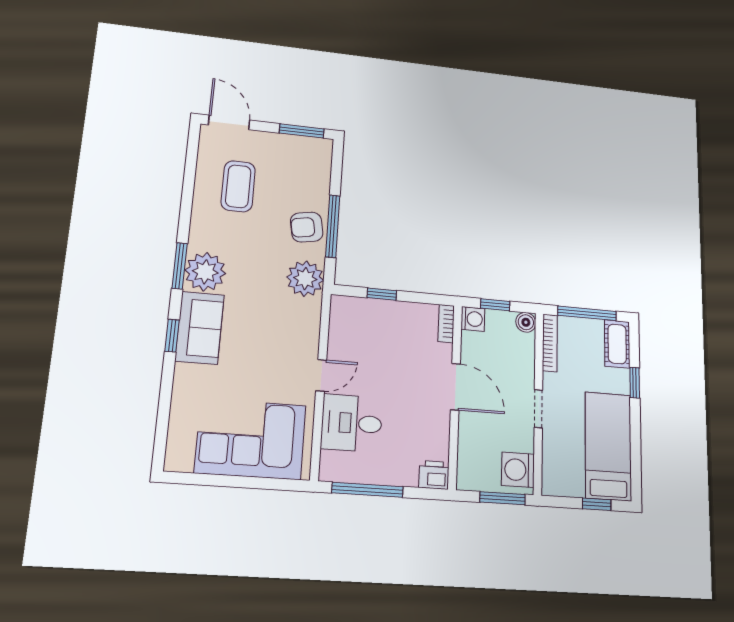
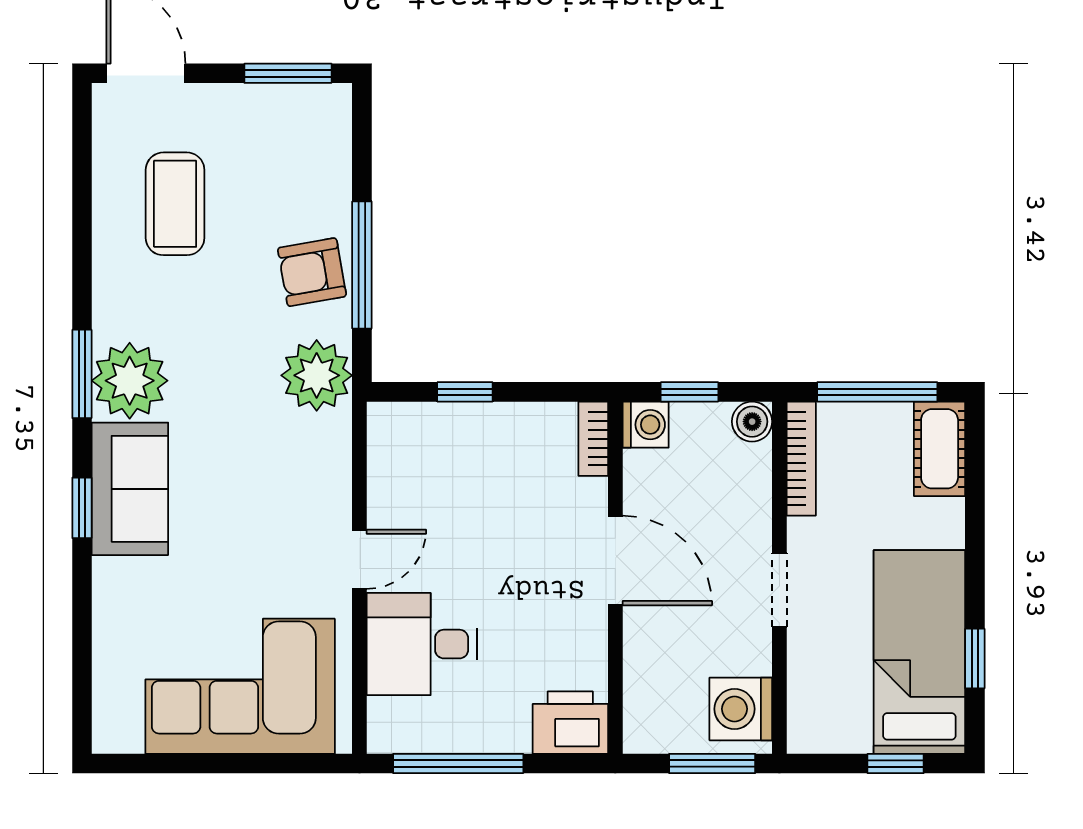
window: (635, 383) -> (975, 659), moved
printer: (434, 475) -> (570, 723), width x1.36, depth x1.24

